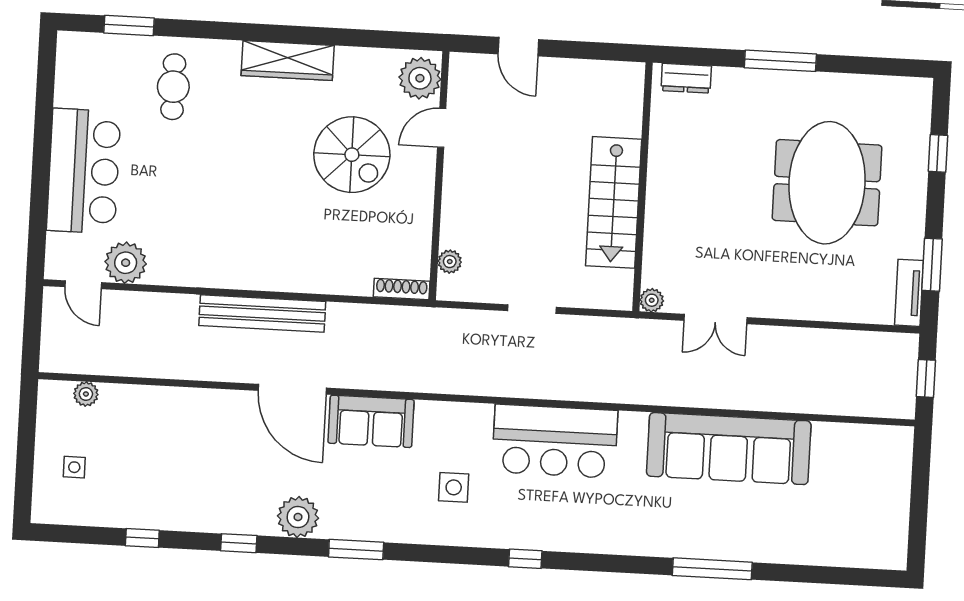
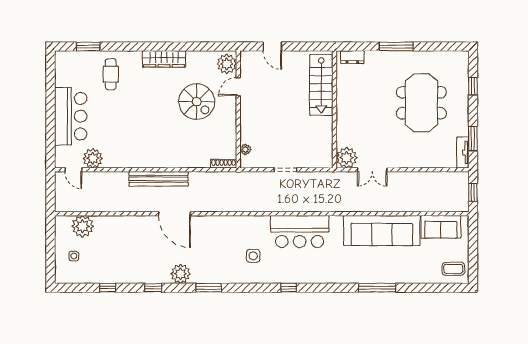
stairs: (614, 202) -> (321, 85), moved
plant: (652, 300) -> (347, 158), width x1.88, depth x1.88
plant: (86, 394) -> (83, 226), width x1.87, depth x1.87
sofa: (371, 421) -> (441, 227), moved
coffee table: (876, 538) -> (453, 269), added

